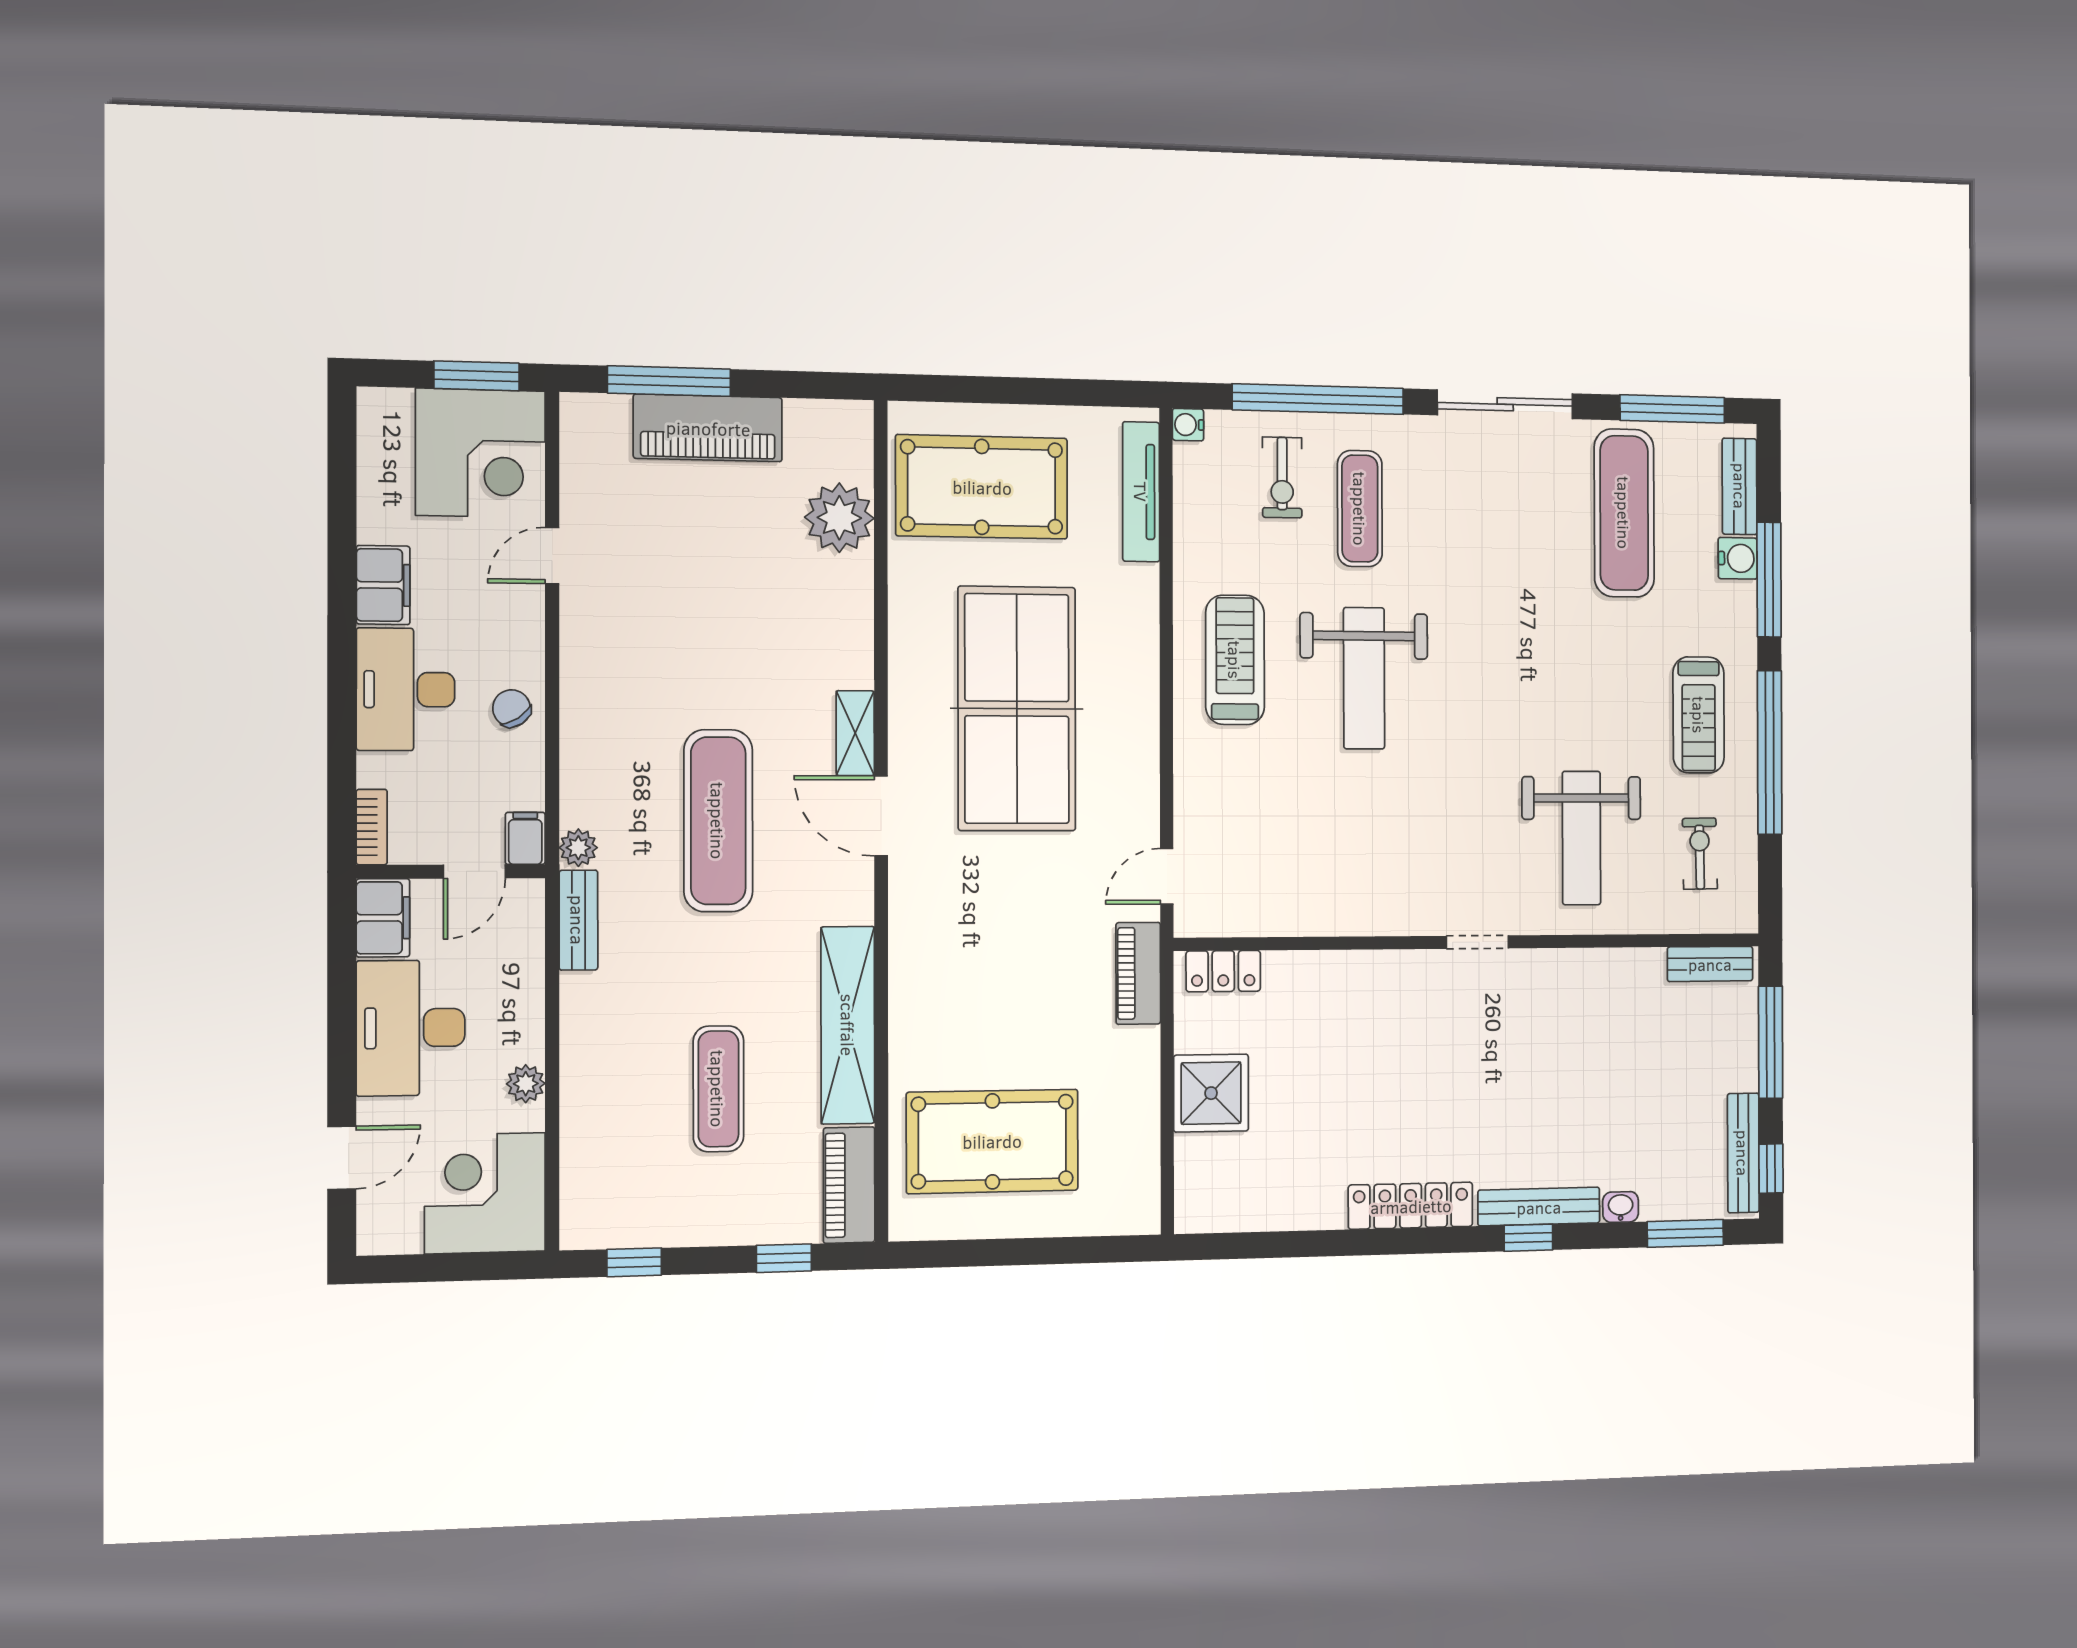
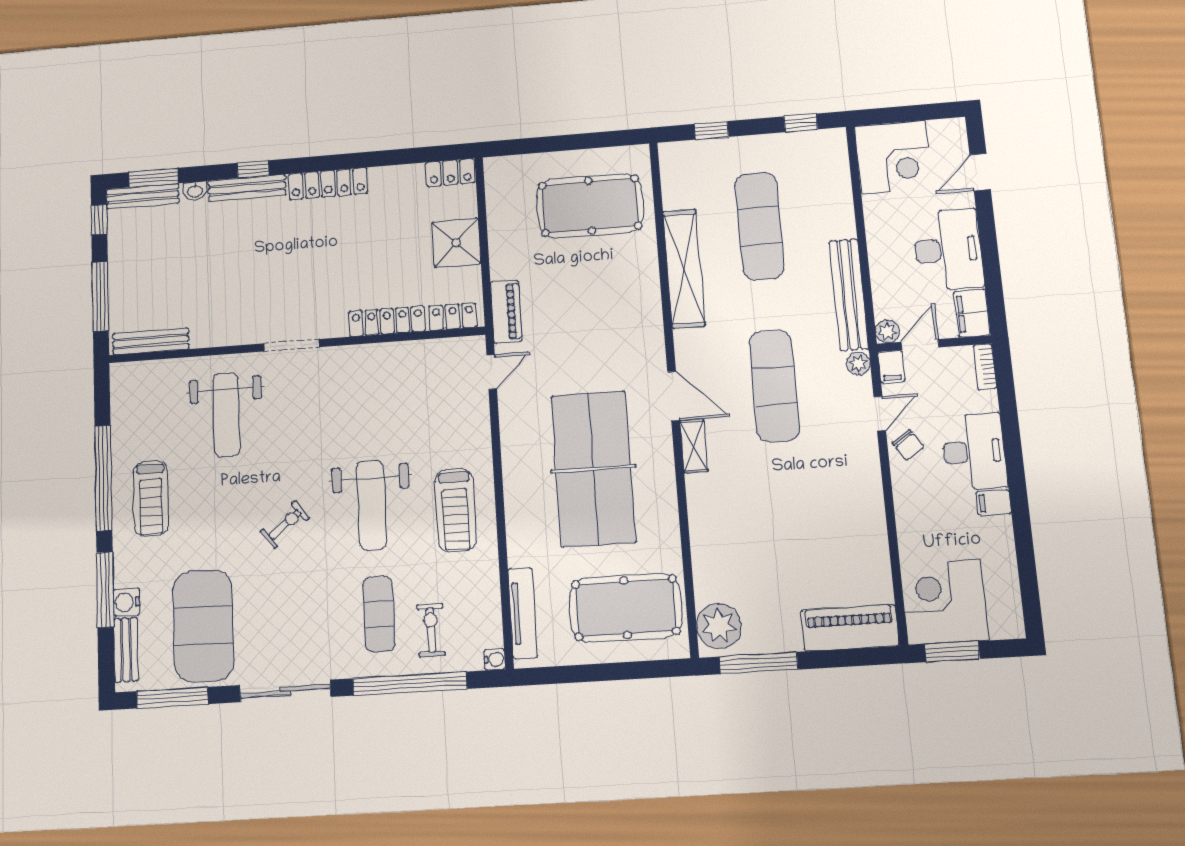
window: (669, 381) -> (759, 663), moved
piano: (708, 428) -> (850, 628), moved
exercise mat: (1624, 513) -> (203, 626), width x1.47
plant: (839, 518) -> (719, 626), moved
door: (552, 556) -> (880, 414), moved
filing cabinet: (383, 585) -> (994, 503), width x0.50
weight bench: (1364, 678) -> (371, 505), turned 180
treadmill: (1699, 715) -> (151, 498), turned 180
weight bench: (1581, 838) -> (226, 415), turned 180
exercise bike: (1700, 854) -> (285, 525), moved, turned -127
bench: (578, 920) -> (849, 295), width x1.86, depth x1.21
doorway: (1477, 942) -> (292, 345), width x1.38
bench: (1710, 964) -> (151, 341), width x1.36
locker: (1327, 971) -> (387, 321), added
plant: (526, 1084) -> (887, 331), moved
exercise mat: (718, 1089) -> (760, 226), width x1.36, depth x1.45
bench: (1743, 1153) -> (142, 196), moved, turned 90
piano: (849, 1185) -> (676, 175), removed
locker: (1214, 1212) -> (450, 173), added

